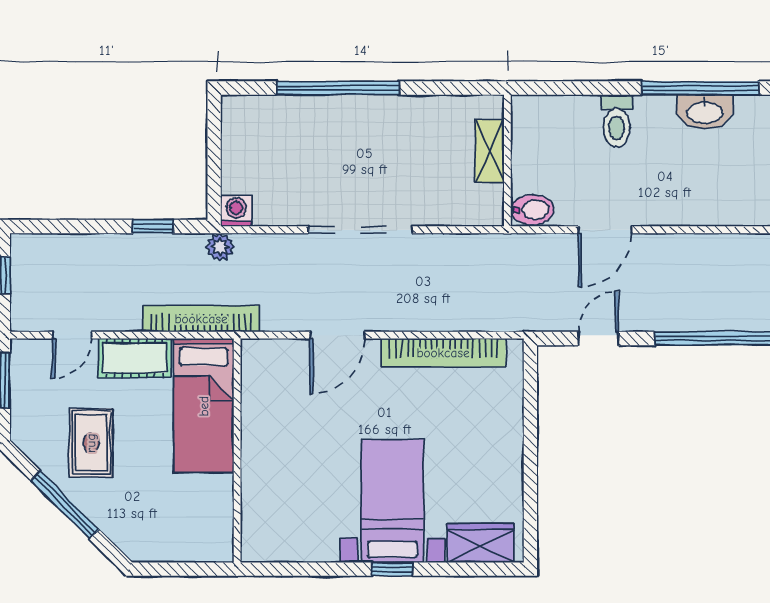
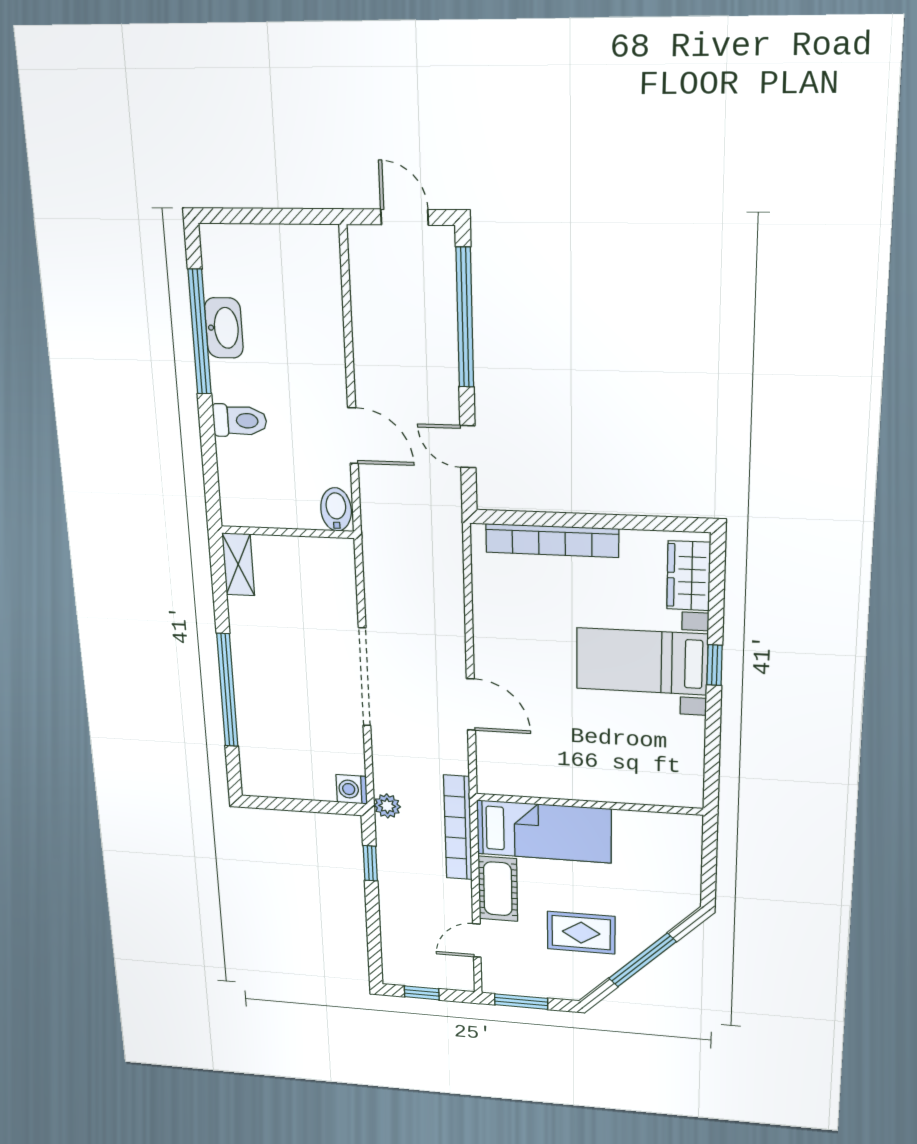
shelving: (490, 151) -> (238, 564), moved, turned 90
door: (72, 335) -> (477, 940), swing flipped
bookcase: (443, 353) -> (552, 541), moved, turned 90

